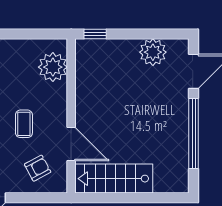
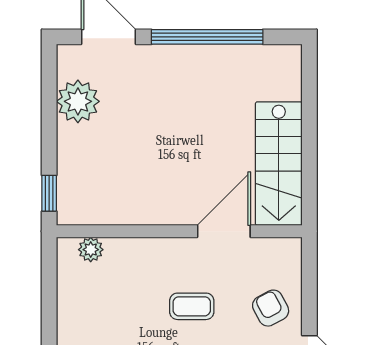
plant: (53, 67) -> (91, 250), width x0.53, depth x0.53
armchair: (38, 168) -> (271, 308), moved

